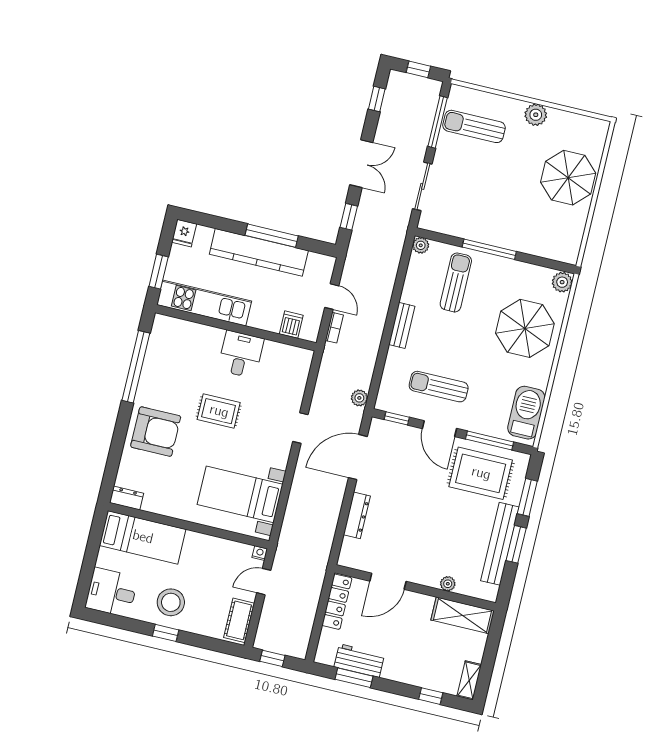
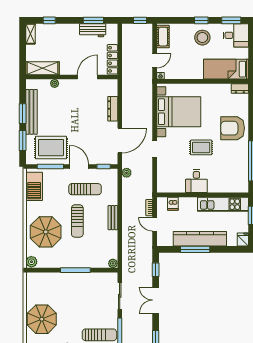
sun lounger: (456, 282) -> (77, 221), moved
bed with nightstands: (240, 494) -> (179, 112), width x1.36
window: (113, 620) -> (231, 20), added

